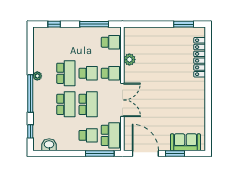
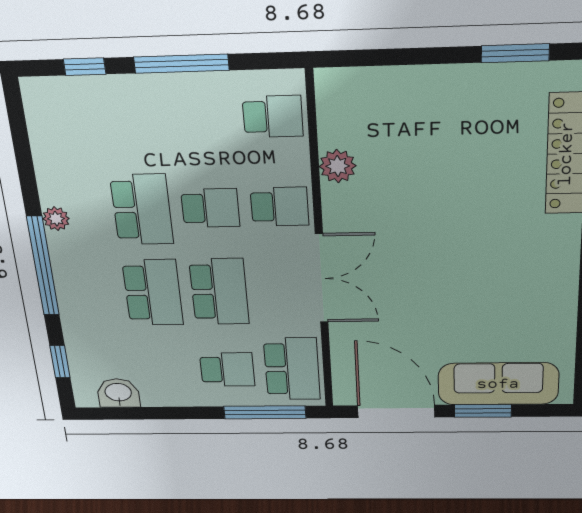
window: (94, 24) -> (181, 64), moved
sofa: (185, 142) -> (498, 384), width x1.36

